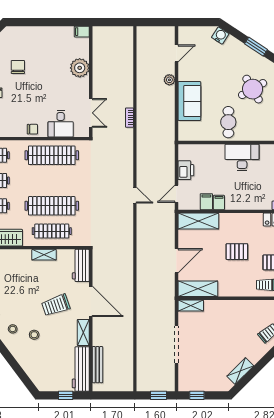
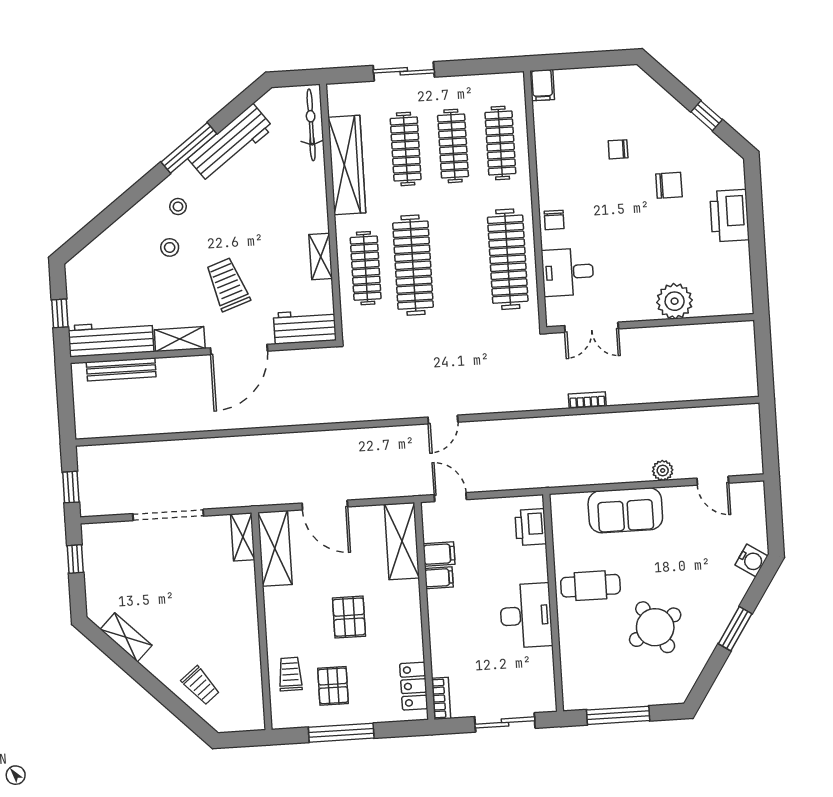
filing cabinet: (82, 32) -> (743, 301), removed
printer: (36, 36) -> (729, 216), added
printer: (186, 170) -> (531, 527), moved, turned 90

